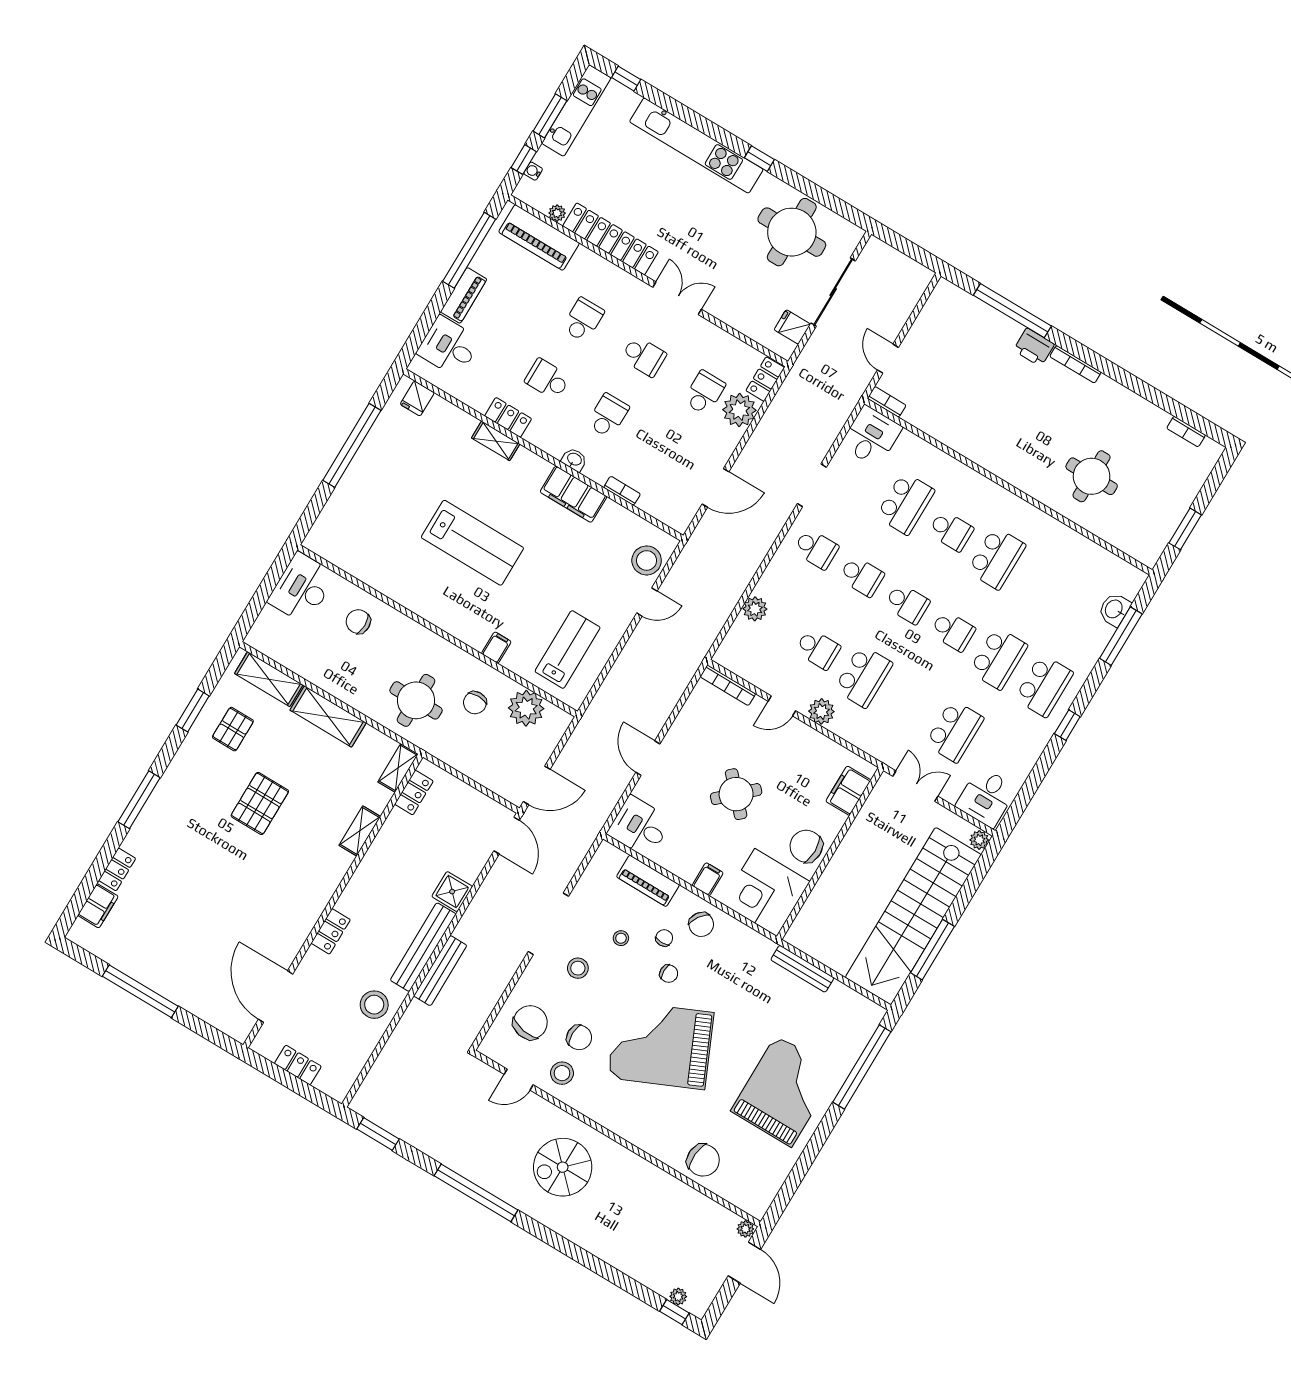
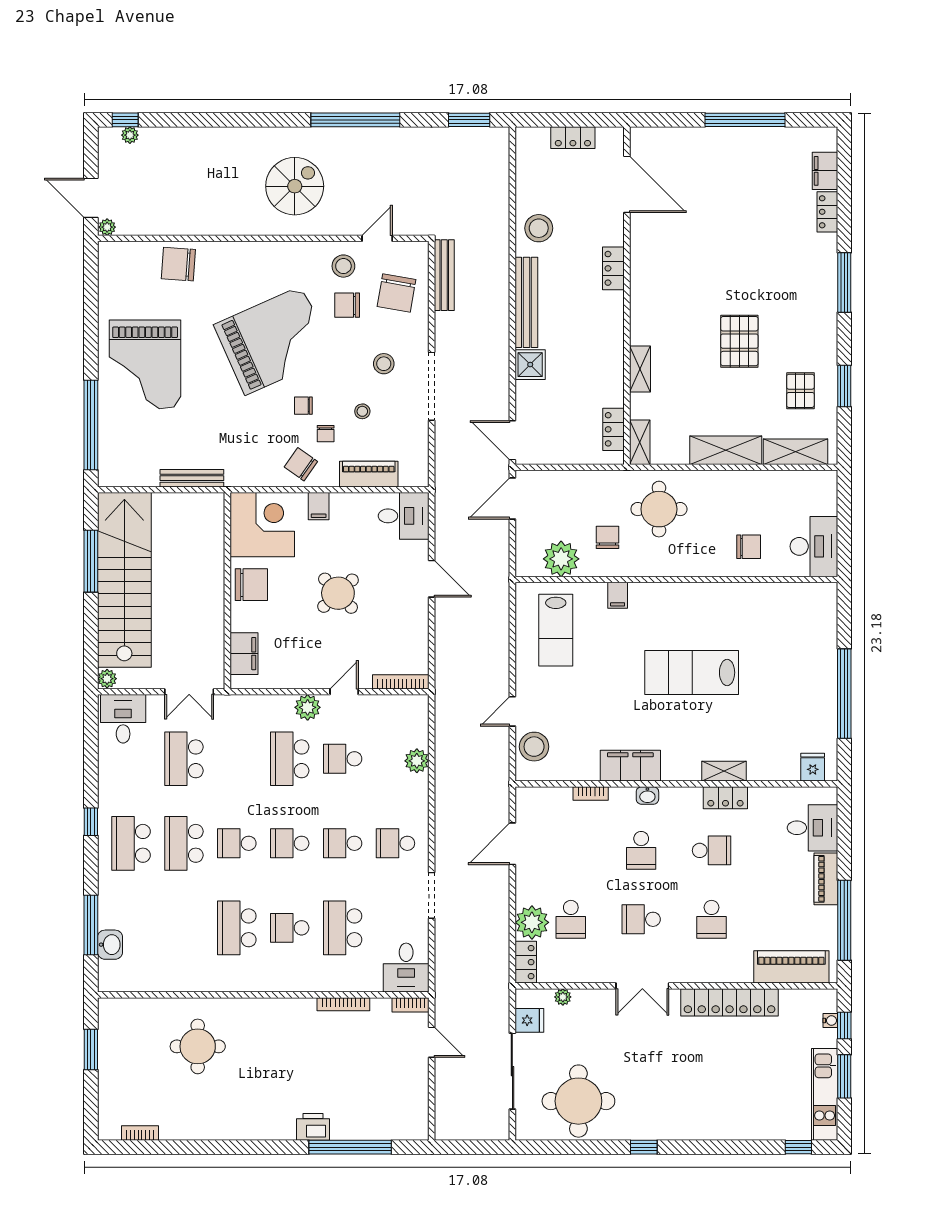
kitchen unit: (696, 145) -> (704, 1126), removed
plant: (557, 213) -> (563, 997), moved
bookcase: (1075, 364) -> (343, 1004), moved, turned 180
bench: (440, 971) -> (444, 275), moved

